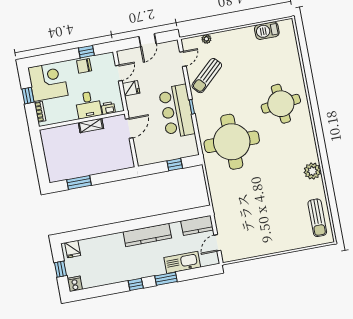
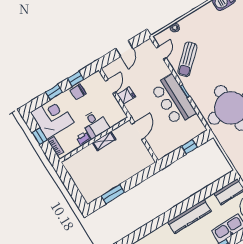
window: (60, 57) -> (54, 92), added
printer: (108, 108) -> (83, 139), moved

